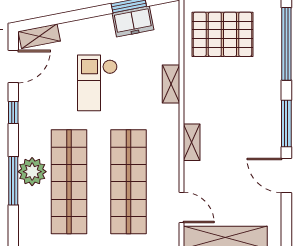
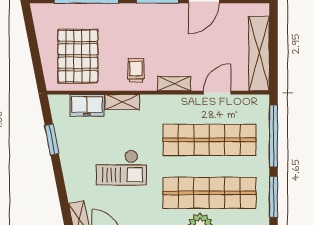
freezer: (133, 21) -> (87, 105), moved, turned 101
trolley: (206, 99) -> (136, 70), added
door: (181, 207) -> (217, 93), moved

